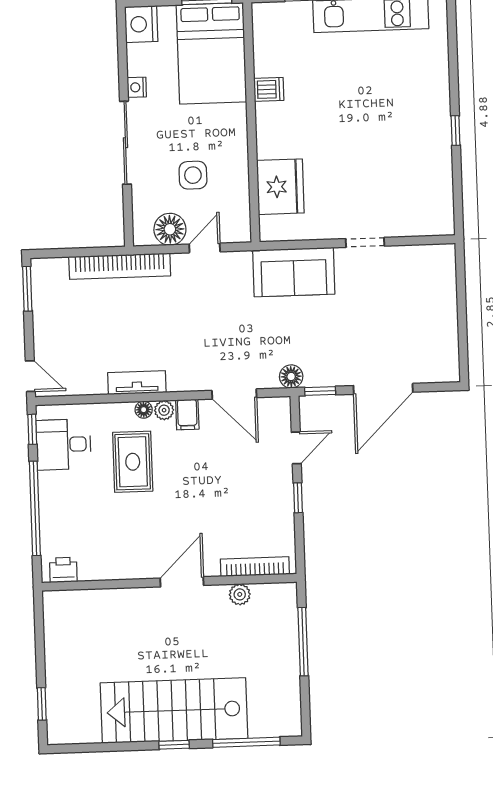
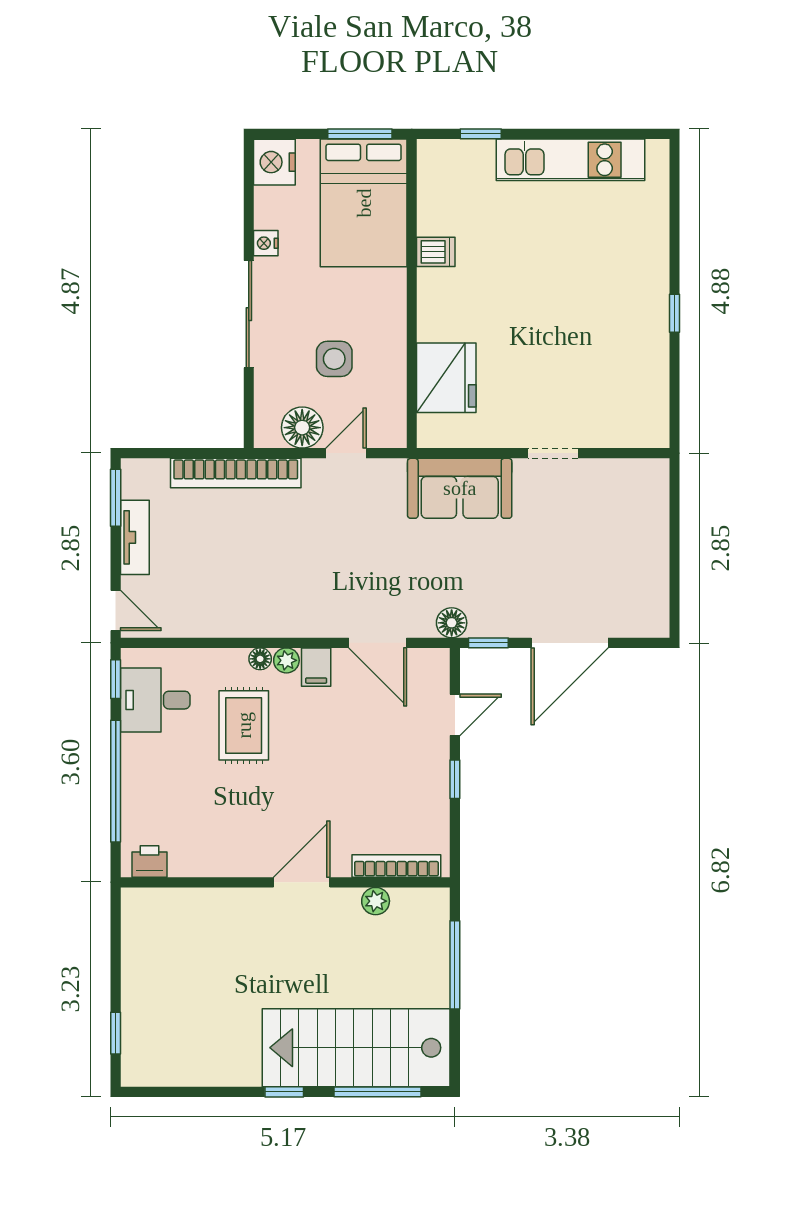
tv unit: (137, 383) -> (135, 537), moved, turned 90
stairs: (174, 711) -> (356, 1048), moved

